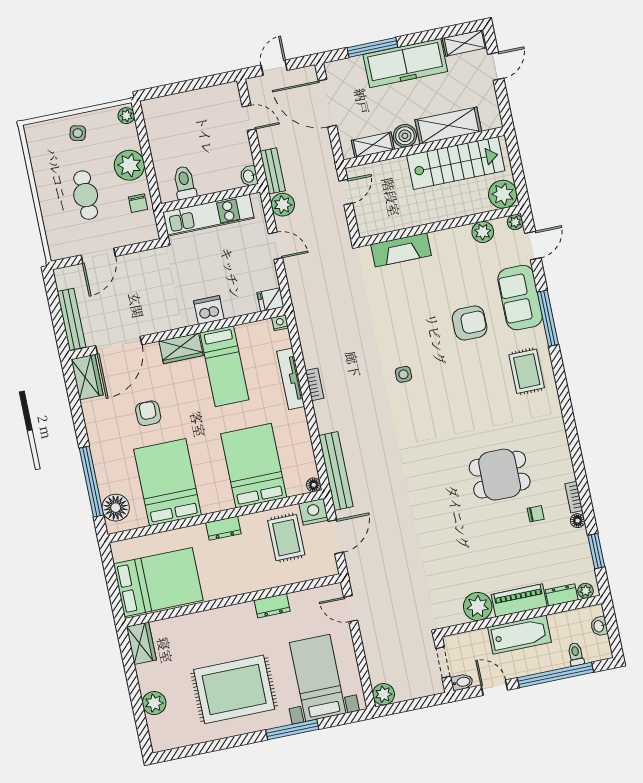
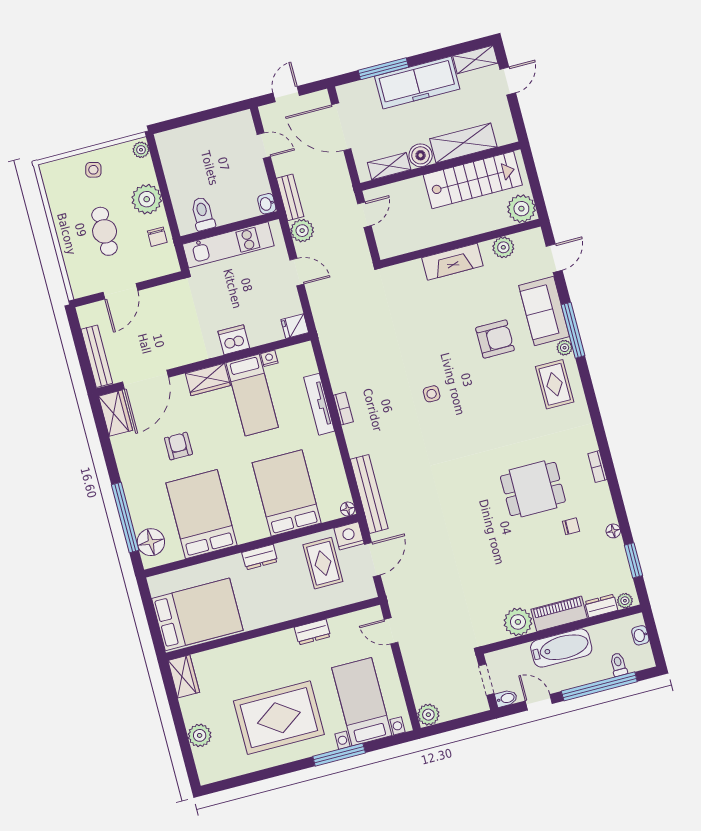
plant: (515, 222) -> (565, 348), moved
fireplace: (401, 250) -> (452, 262), moved
nightstand: (280, 323) -> (269, 358), moved
bookcase: (574, 497) -> (597, 467), moved

